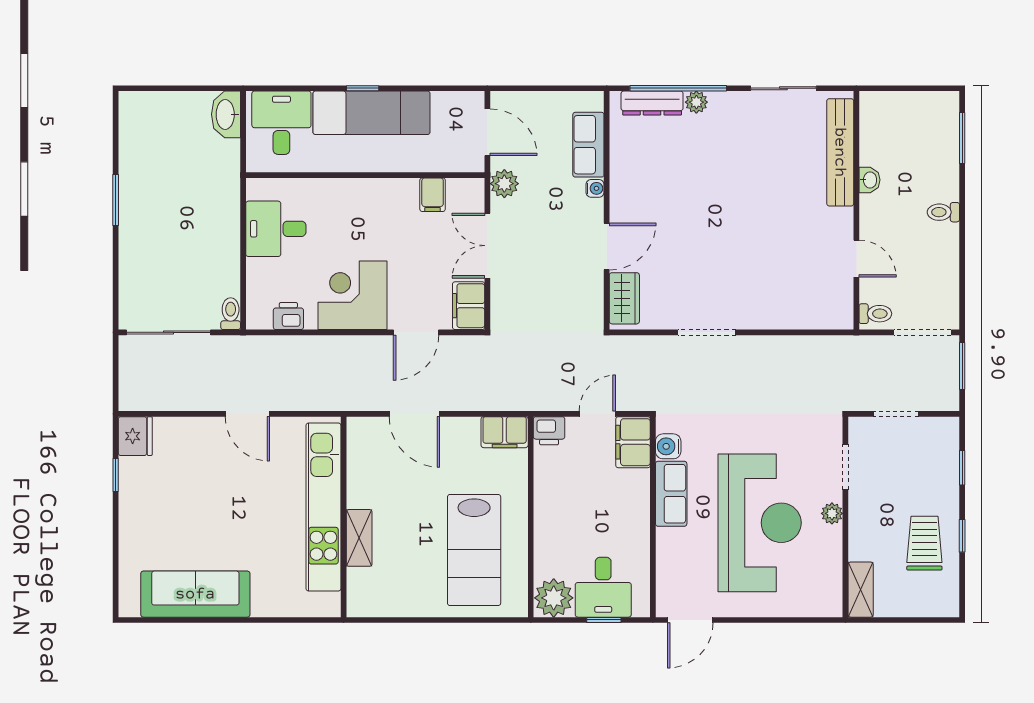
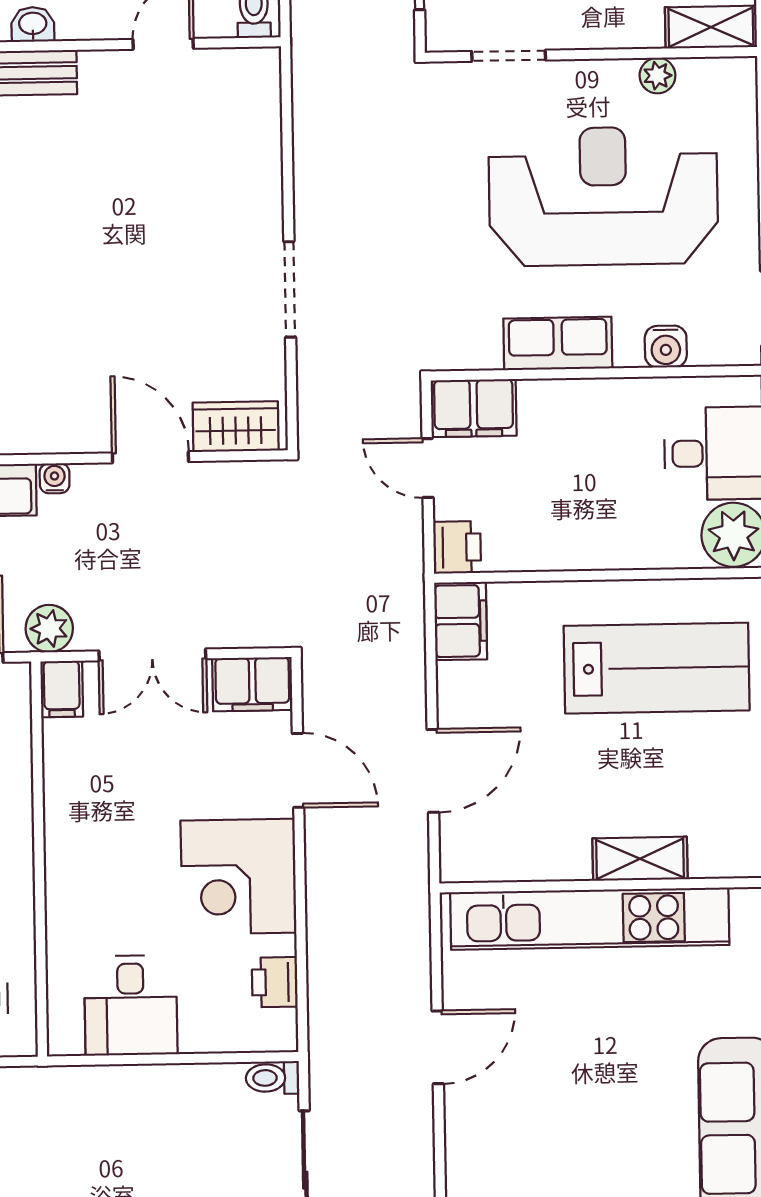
filing cabinet: (433, 195) -> (62, 689), moved, turned 90
water cooler: (668, 446) -> (666, 347), moved
plant: (832, 513) -> (657, 76), moved

